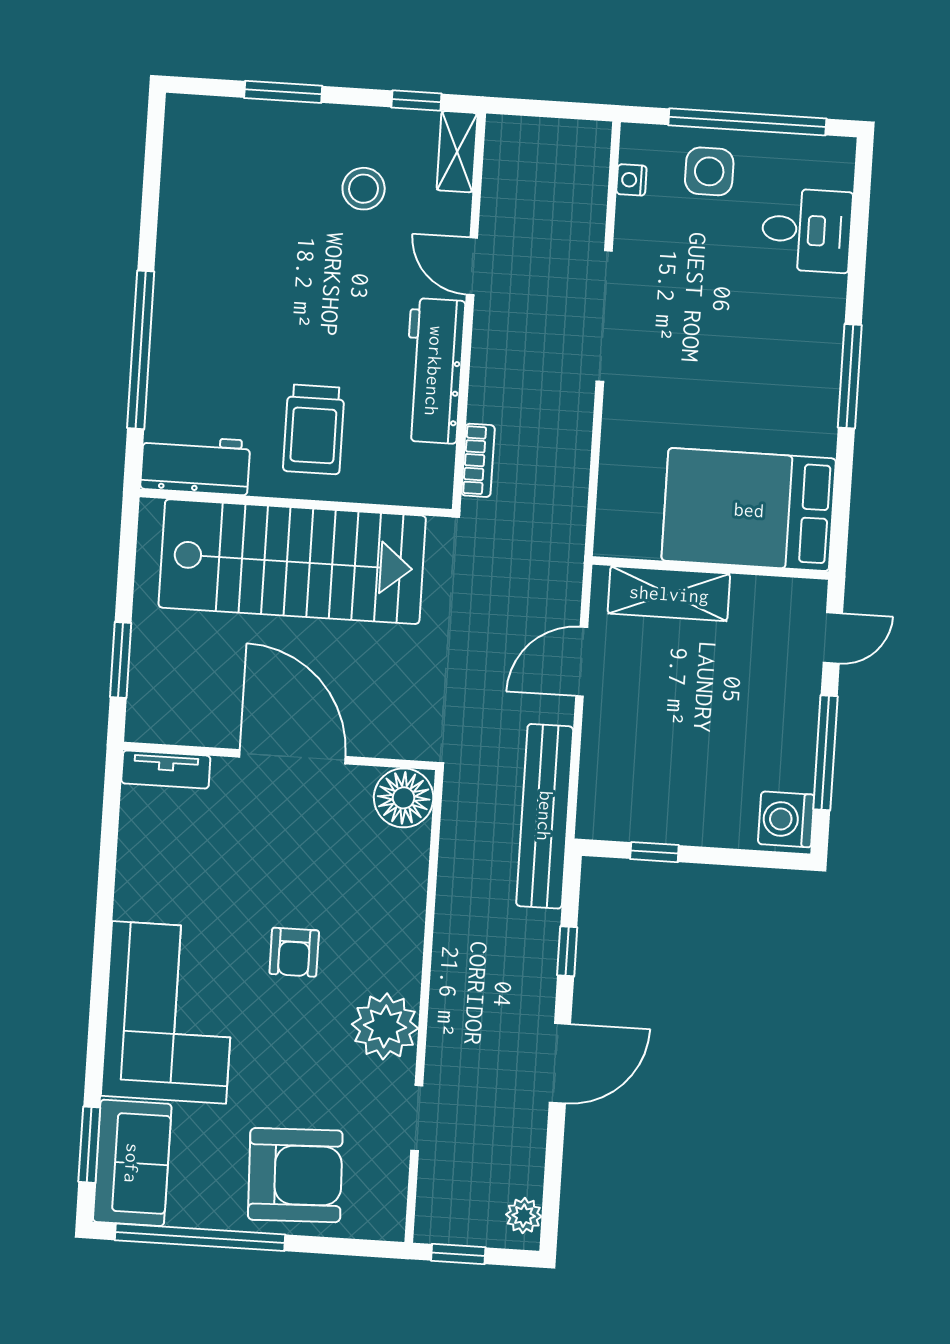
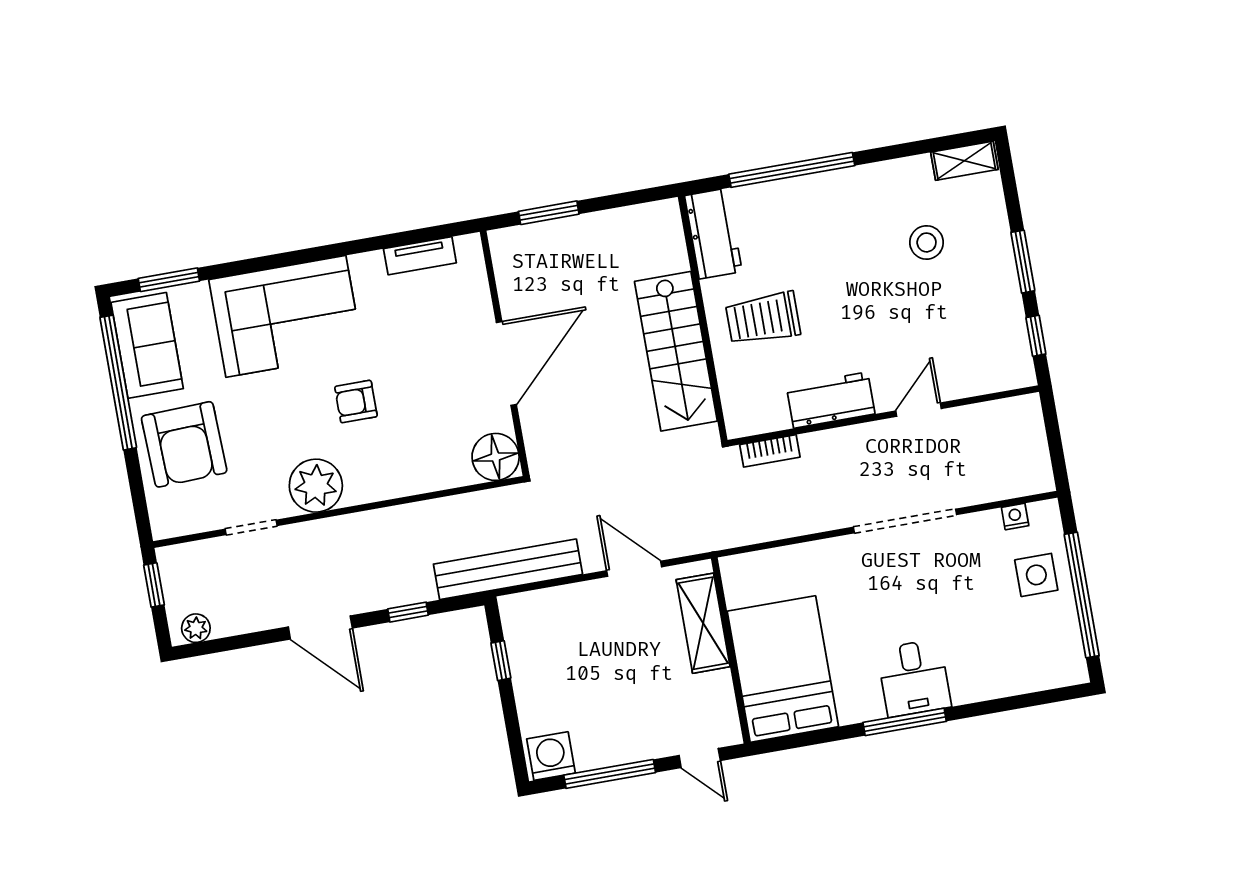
window: (283, 92) -> (1023, 262), moved
shelving: (457, 152) -> (964, 161), moved
stool: (364, 189) -> (927, 242), moved
desk: (807, 230) -> (914, 678), moved
workbench: (434, 371) -> (831, 400), width x0.73
stairs: (292, 562) -> (676, 351), width x0.73, depth x0.66
tv unit: (166, 770) -> (420, 256), moved, turned -90
sofa: (132, 1163) -> (147, 345), moved, turned -90

